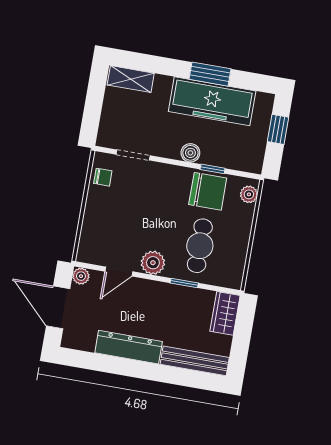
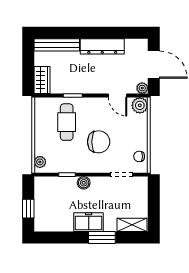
window: (210, 74) -> (102, 238), moved
freezer: (212, 101) -> (89, 222), width x0.52, depth x0.79
chair: (208, 191) -> (99, 142), moved, turned 180
plant: (153, 263) -> (140, 105), moved
door: (119, 272) -> (118, 95), swing flipped

